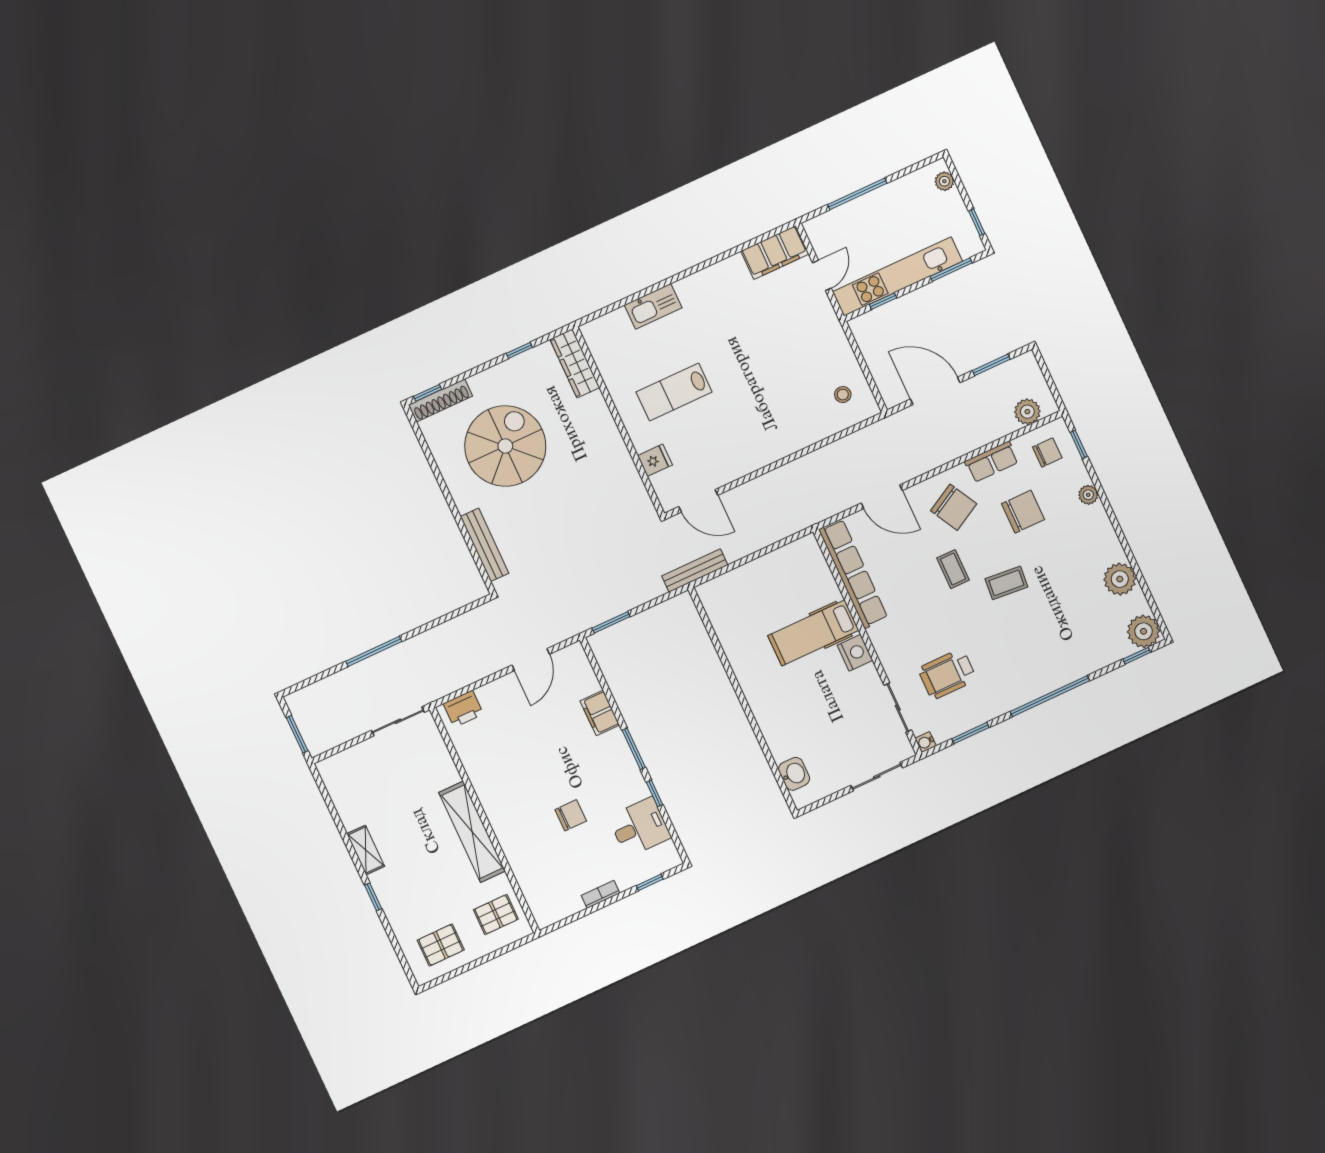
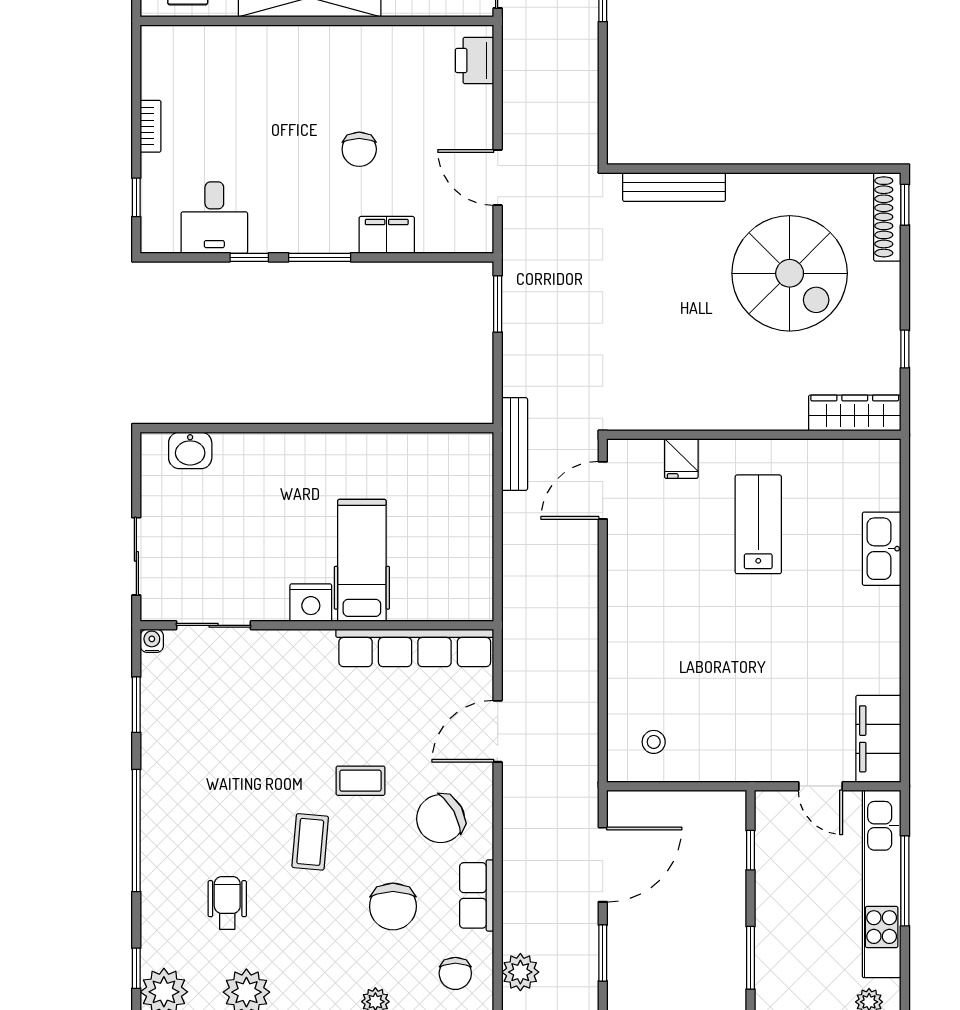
kitchen unit: (897, 276) -> (882, 884), moved, turned 180
wheelchair: (947, 674) -> (227, 903), moved, width x0.73, depth x0.73
chair: (571, 815) -> (359, 149), moved

